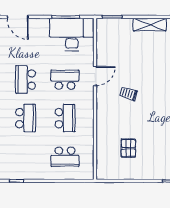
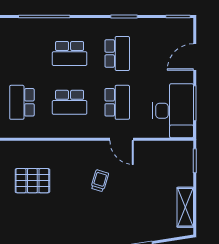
door: (18, 17) -> (195, 57), moved
school desk: (26, 80) -> (117, 53), turned 90
pallet: (128, 148) -> (32, 181), width x1.50, depth x1.42

